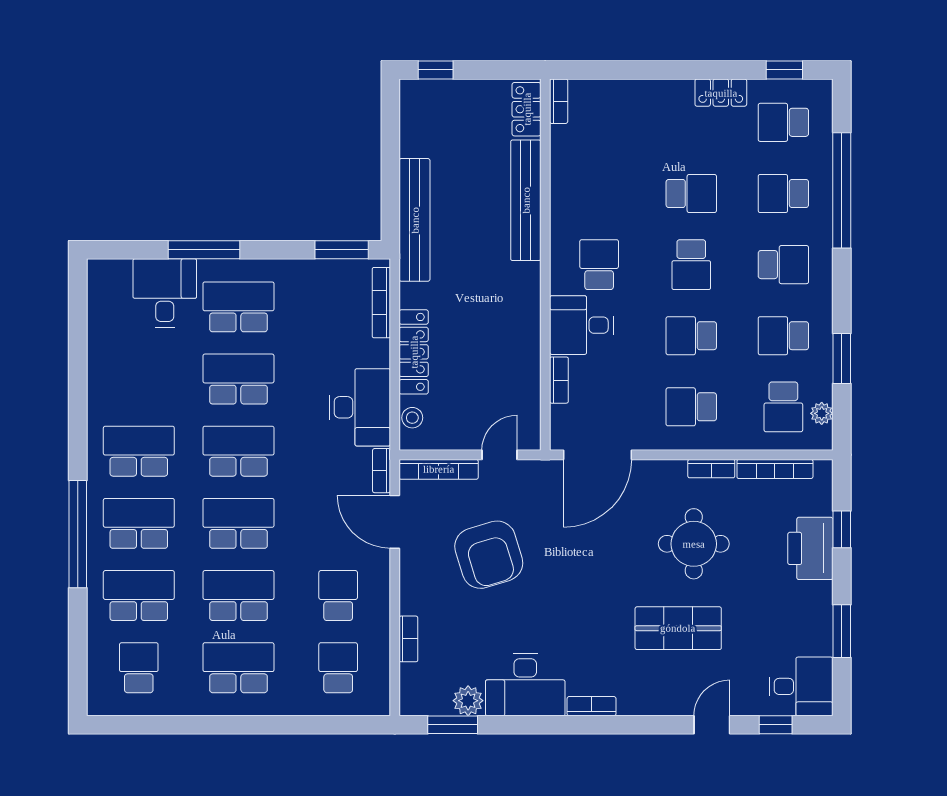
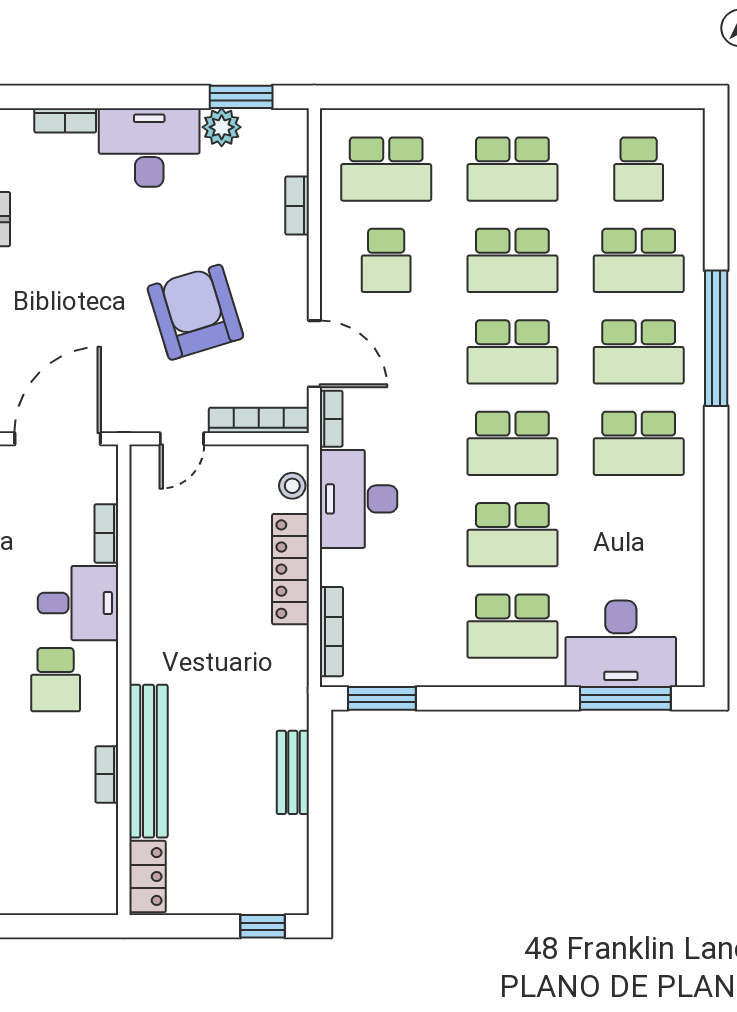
bookcase: (559, 101) -> (107, 774), moved
bench: (415, 220) -> (293, 772), width x0.54, depth x0.82
window: (204, 250) -> (625, 698), moved
desk: (165, 293) -> (621, 644), width x1.37
school desk: (338, 668) -> (386, 169), width x1.85

